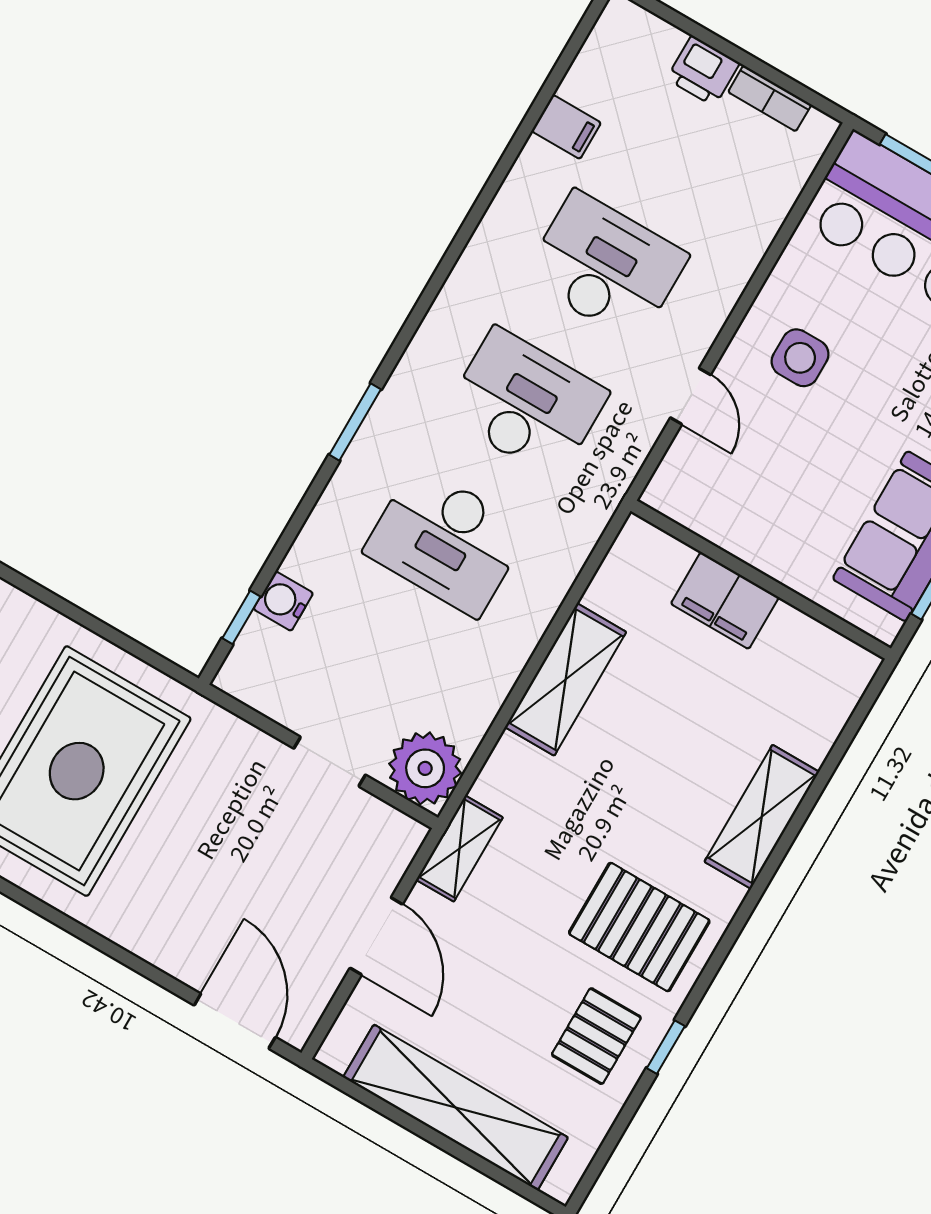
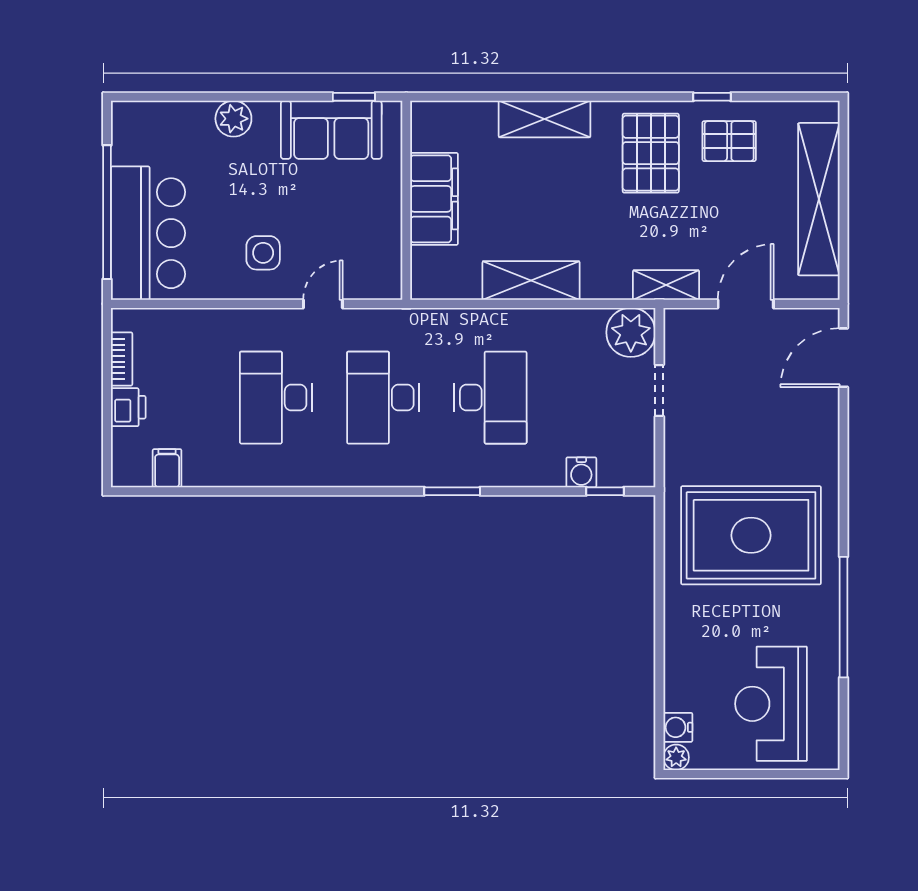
filing cabinet: (566, 127) -> (167, 468), moved
filing cabinet: (725, 600) -> (434, 199), width x1.50, depth x1.17

